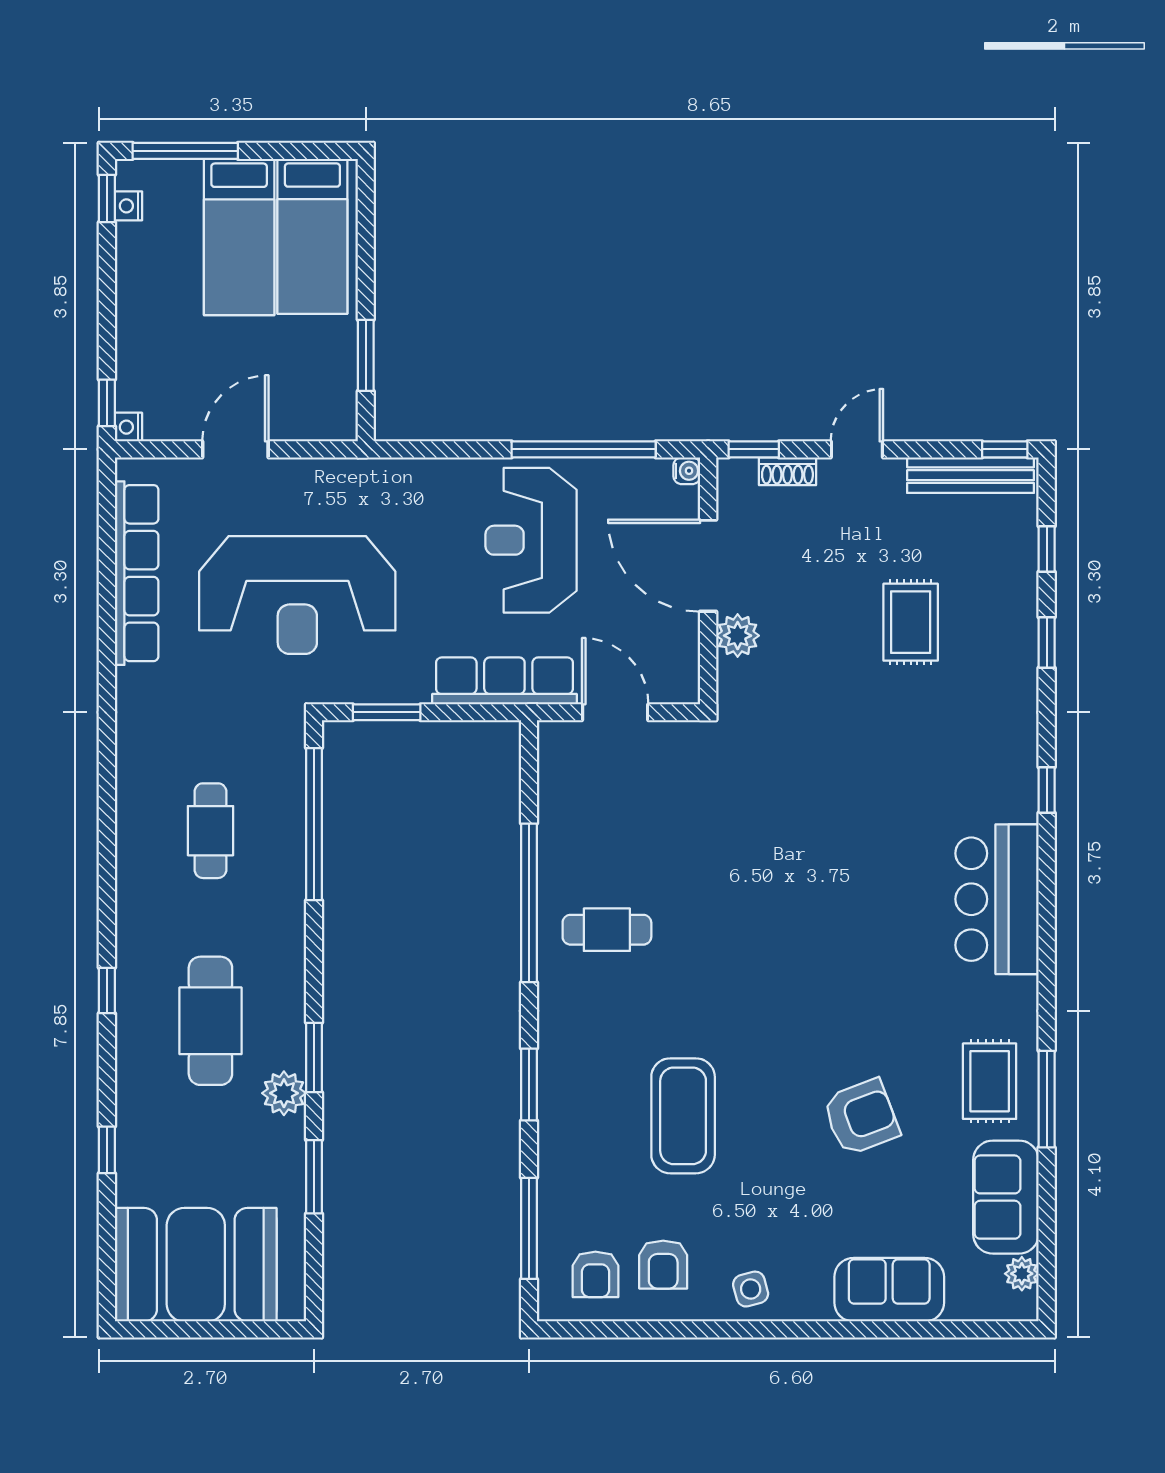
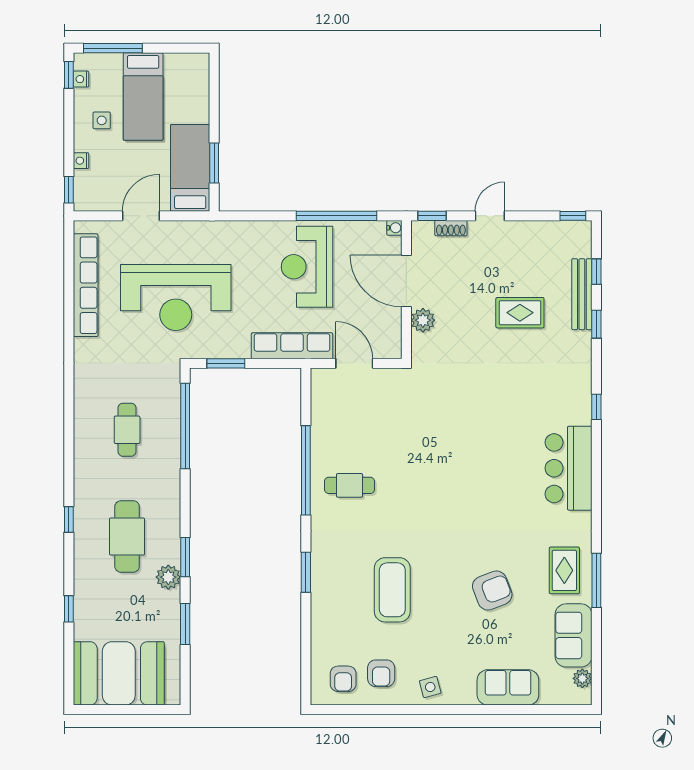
bed: (312, 236) -> (190, 168), moved, turned 180
side table: (165, 279) -> (102, 120), added
nightstand: (129, 427) -> (81, 161), moved
bench: (971, 475) -> (582, 294), moved, turned 90
rug: (911, 622) -> (520, 313), turned 90
window: (529, 1228) -> (306, 653), removed

